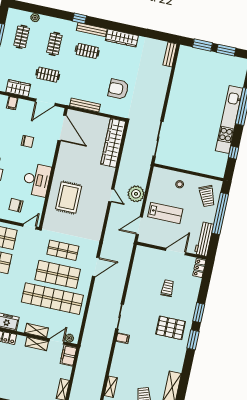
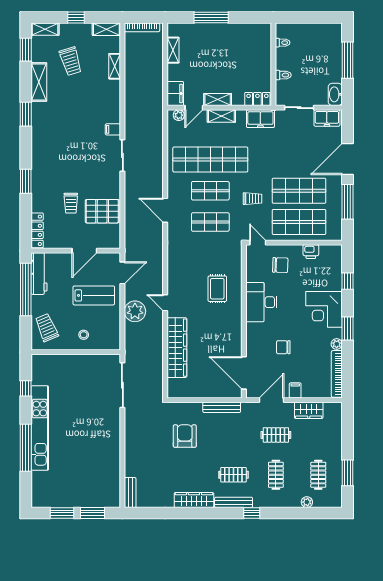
armchair: (118, 89) -> (185, 436), turned -90
filing cabinet: (12, 103) -> (295, 390), moved
wardrobe: (113, 143) -> (177, 348), moved
rug: (69, 198) -> (217, 289), width x0.73, depth x0.70
lab bench: (165, 213) -> (94, 295), turned 180
window: (220, 214) -> (26, 290), moved
door: (30, 226) -> (258, 243), swing flipped
door: (176, 252) -> (84, 251), moved
trolley: (26, 261) -> (252, 199), added
door: (96, 267) -> (165, 210), hinge flipped
locker: (199, 268) -> (37, 230), width x1.53
shop shelf: (58, 274) -> (210, 191), width x0.70, depth x0.74
pallet: (171, 328) -> (102, 211), moved
window: (193, 340) -> (26, 114), moved

